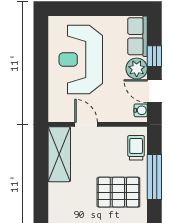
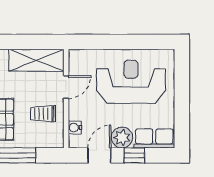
water cooler: (141, 110) -> (75, 128), moved, turned 90
trolley: (136, 148) -> (43, 114), moved, turned 180

